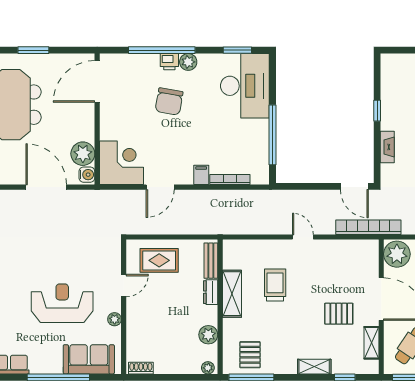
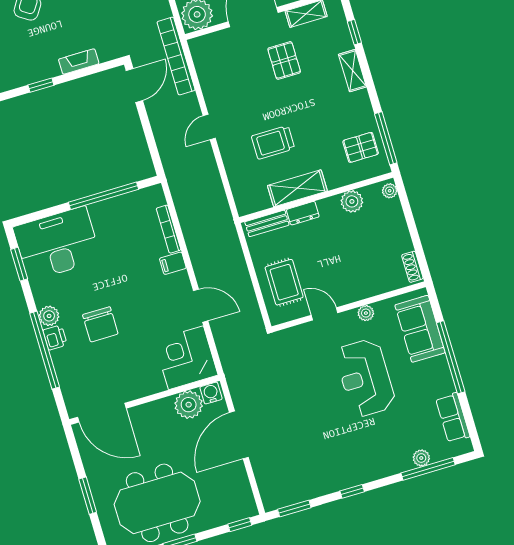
chair: (169, 101) -> (100, 324), turned 80

